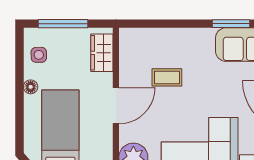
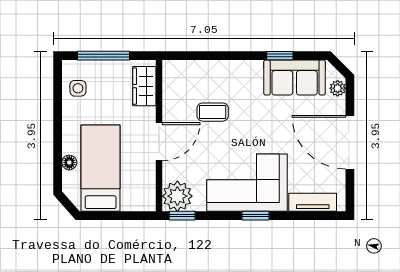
window: (231, 24) -> (280, 56), width x0.67
floor lamp: (31, 87) -> (69, 162), moved

